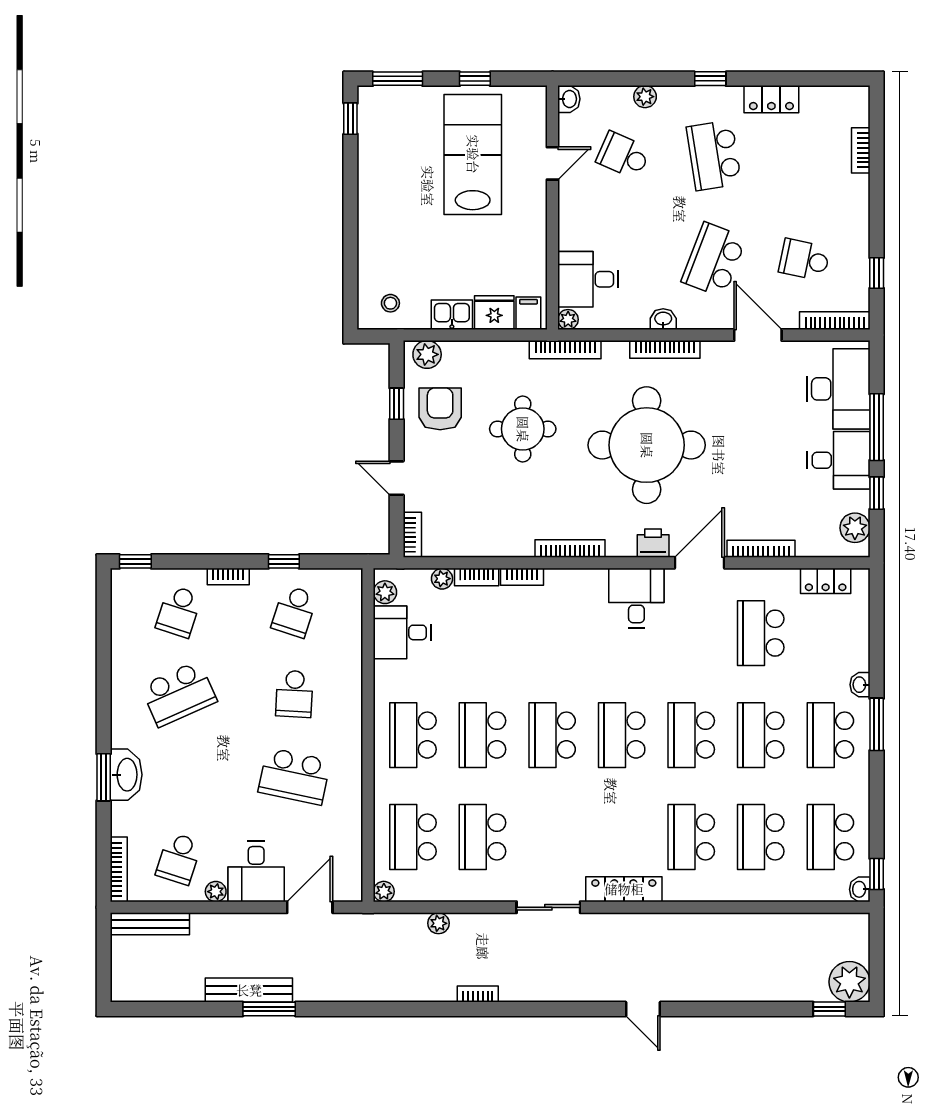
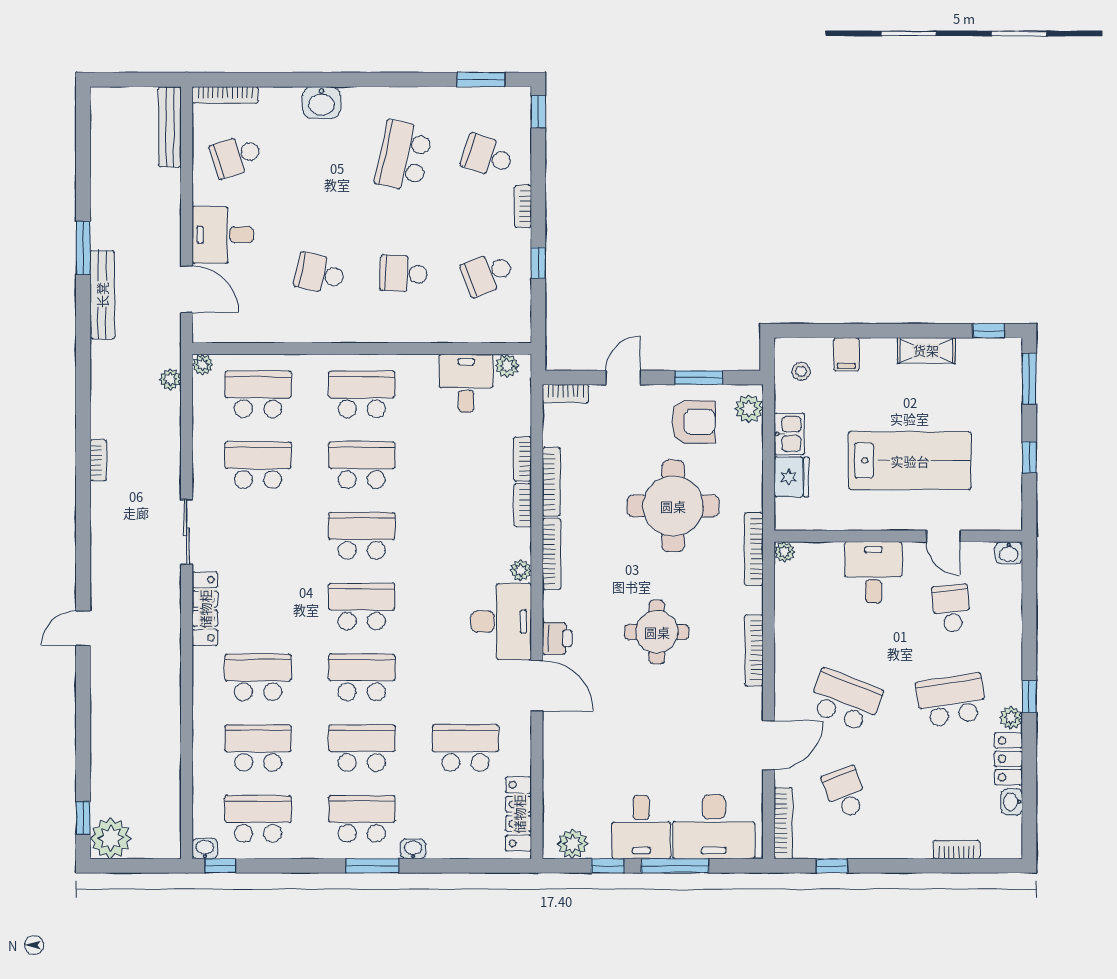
plant: (645, 97) -> (1011, 718), moved
lab bench: (473, 154) -> (910, 461), moved
school desk: (623, 155) -> (951, 608), turned -30
shelving: (370, 180) -> (926, 350), added
school desk: (804, 260) -> (845, 792), turned -33
desk: (588, 279) -> (874, 572), moved
filing cabinet: (528, 313) -> (846, 354), moved, turned 90
washbasin: (663, 319) -> (1012, 802), moved, turned 180
window: (397, 404) -> (699, 378), width x1.50
round table: (523, 429) -> (673, 506), width x1.36, depth x1.36
round table: (647, 445) -> (657, 632), width x0.54, depth x0.54
bookcase: (761, 549) -> (551, 482), moved
plant: (442, 579) -> (521, 570), moved
locker: (826, 581) -> (519, 814), width x1.53
desk: (636, 598) -> (501, 622), width x1.37
school desk: (294, 611) -> (487, 274), turned -39
school desk: (179, 694) -> (404, 156), turned 36
washbasin: (126, 775) -> (321, 102), width x0.72
school desk: (294, 776) -> (320, 274), width x0.54
window: (104, 777) -> (481, 80), moved
school desk: (179, 859) -> (236, 156), turned -36
plant: (216, 892) -> (203, 194), removed
plant: (438, 923) -> (170, 379), moved
bench: (249, 990) -> (102, 295), moved

